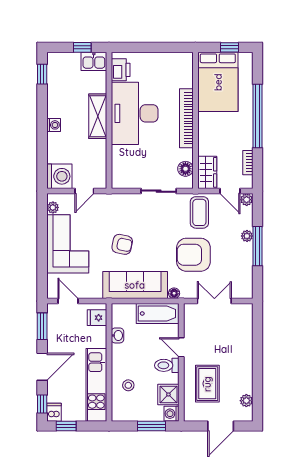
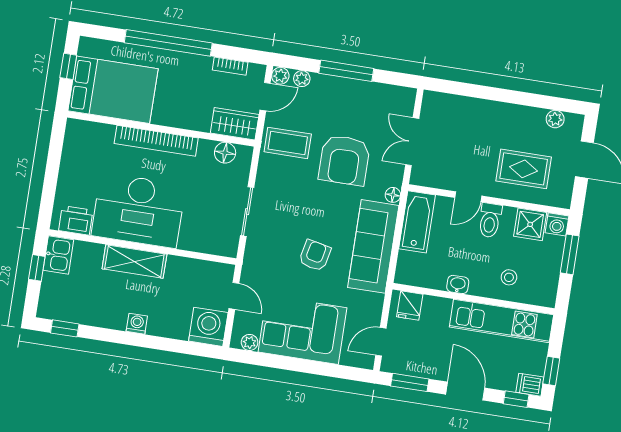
sliding door: (159, 191) -> (247, 212), moved
plant: (247, 236) -> (302, 79), moved
washbasin: (117, 335) -> (458, 284), moved

